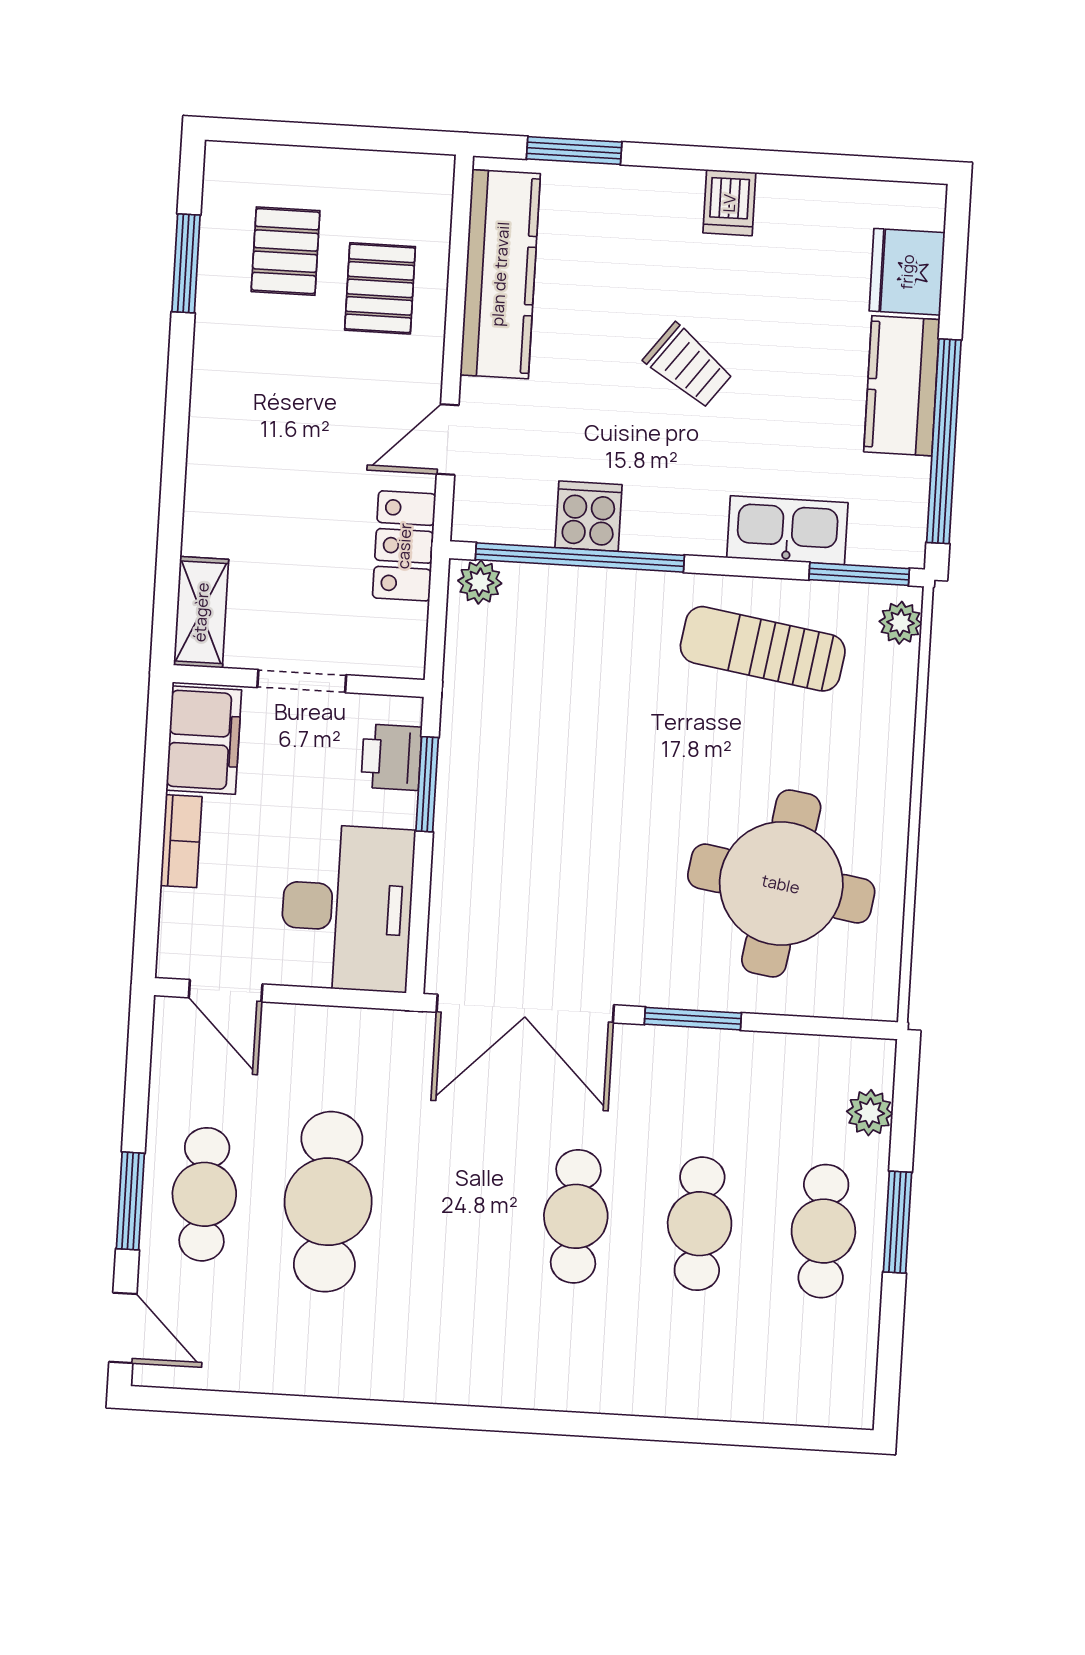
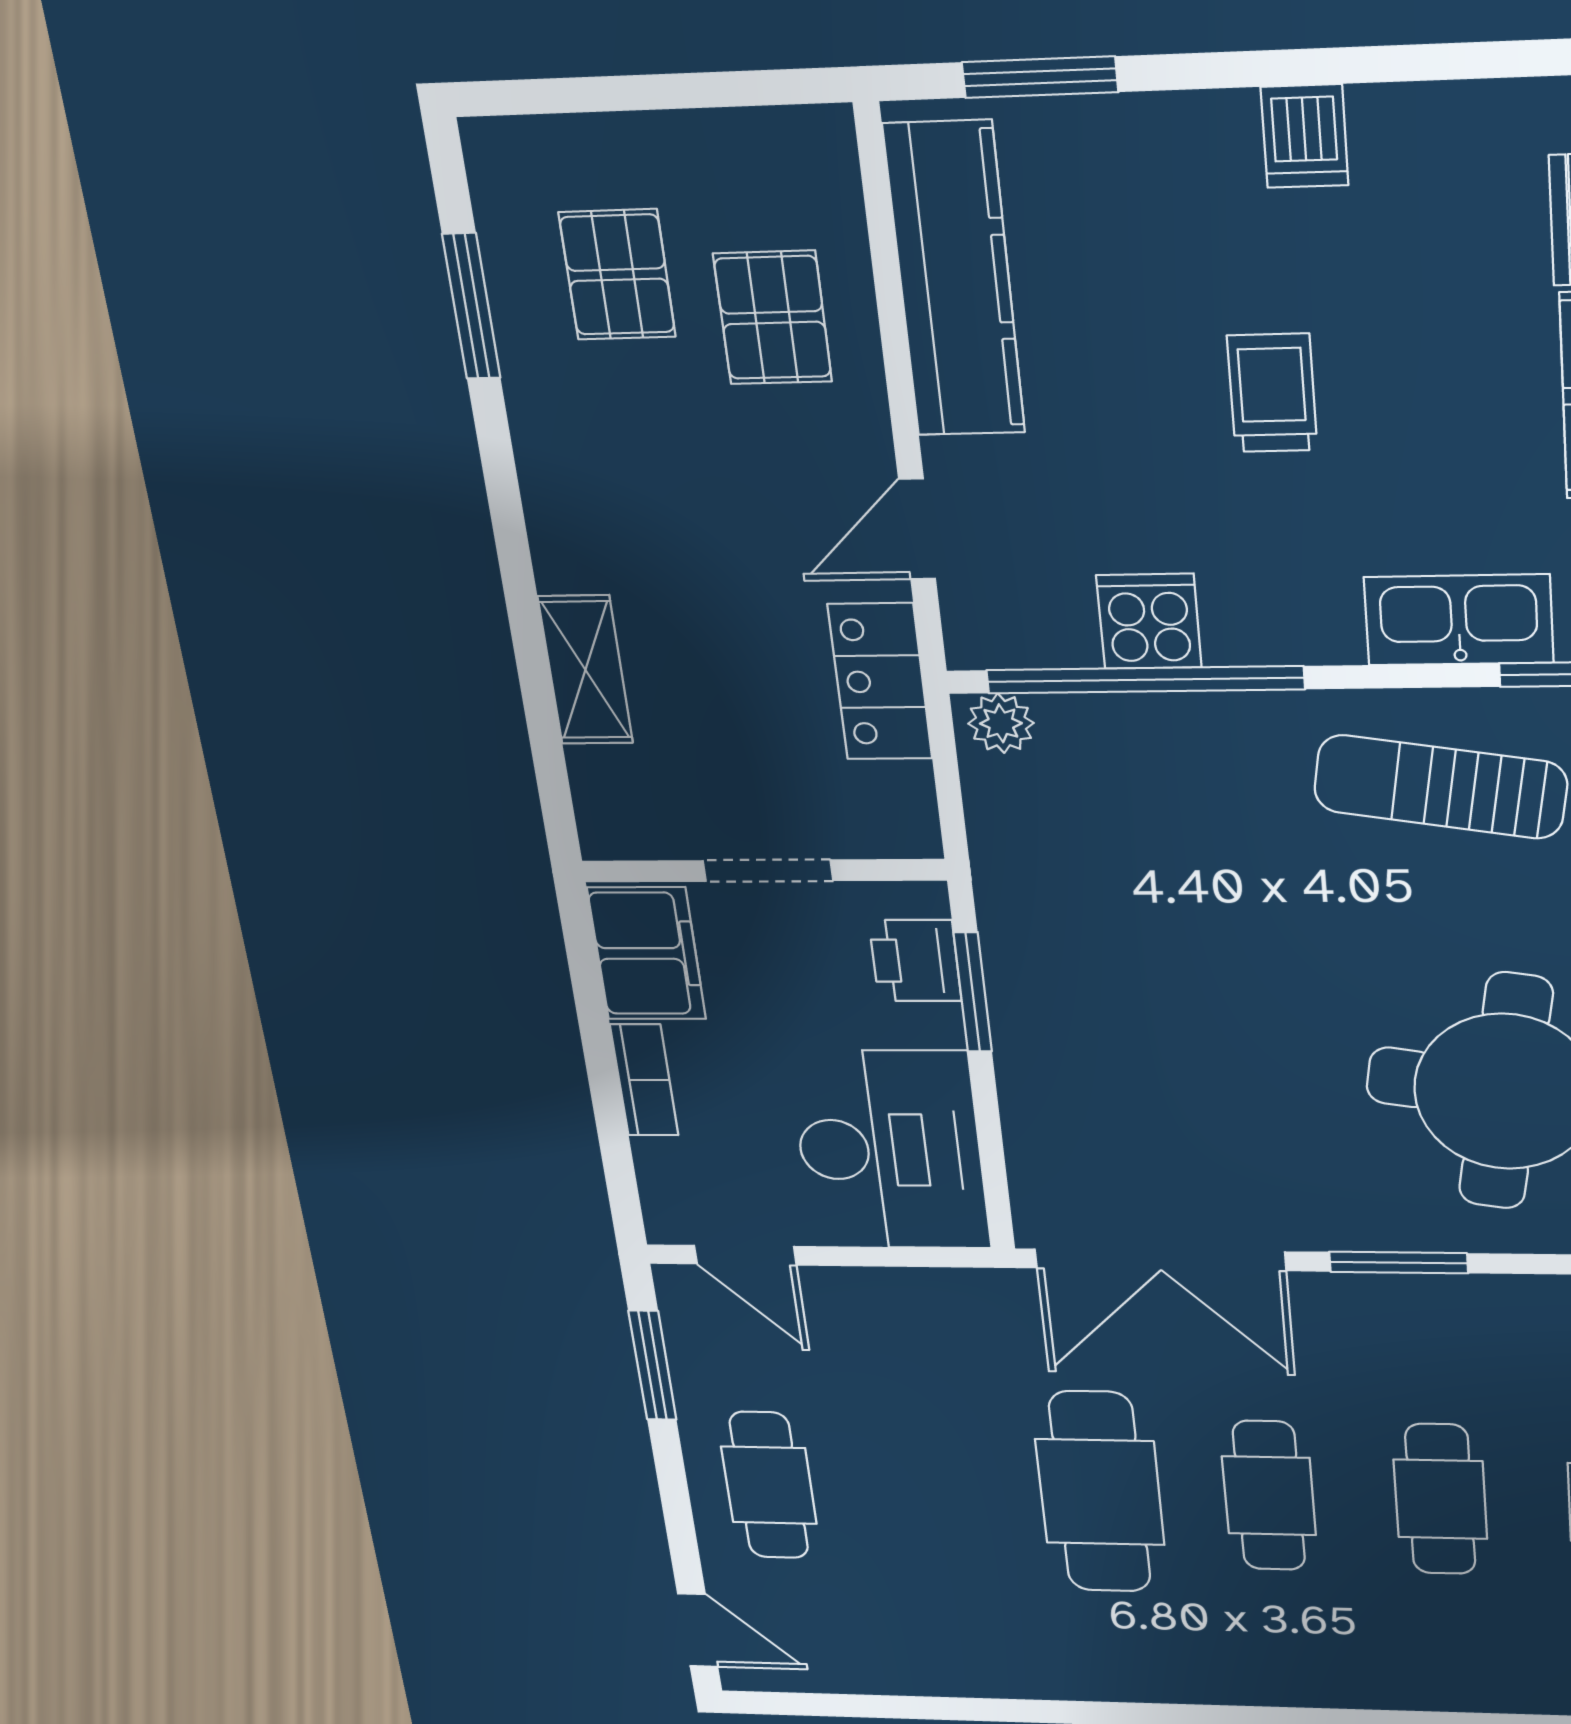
trolley: (688, 366) -> (1272, 393), turned -127
shelving: (201, 612) -> (585, 670), moved
window: (130, 1201) -> (653, 1365), moved
cafe table: (328, 1202) -> (1100, 1492), moved

